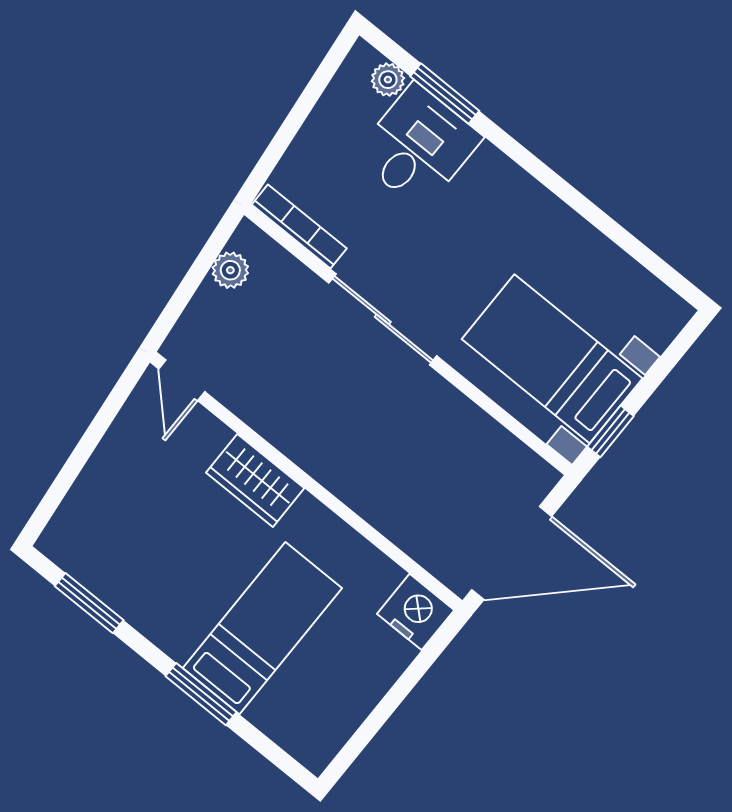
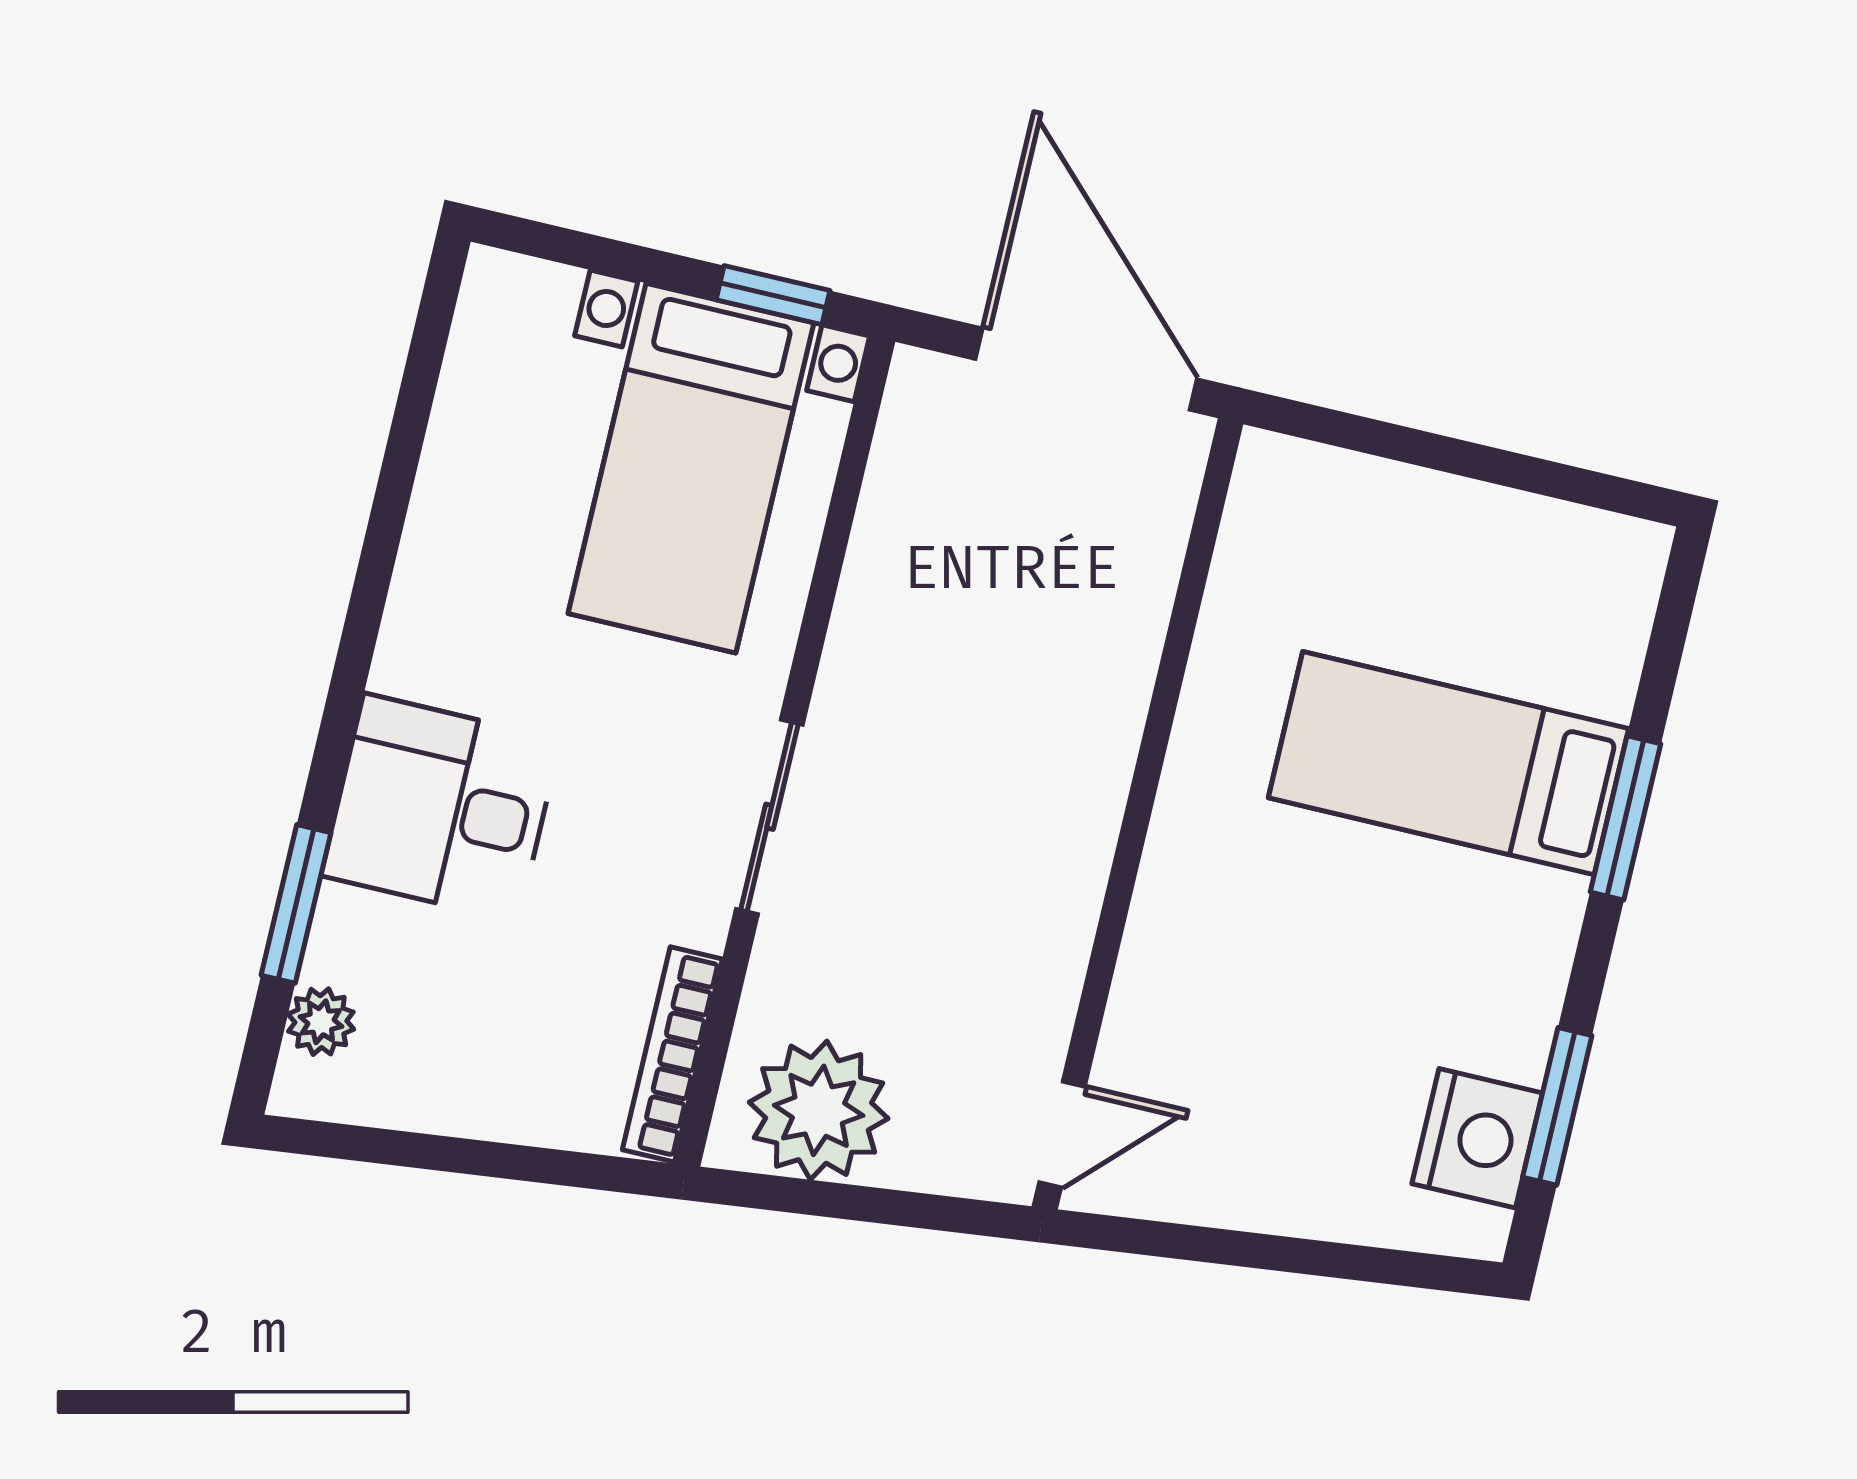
desk: (418, 146) -> (441, 808), moved
plant: (230, 270) -> (819, 1110), width x1.88, depth x1.88
sliding door: (383, 319) -> (769, 817), width x0.73
wardrobe: (255, 480) -> (1182, 909), removed
nightstand: (416, 612) -> (1477, 1138), moved, turned 180

